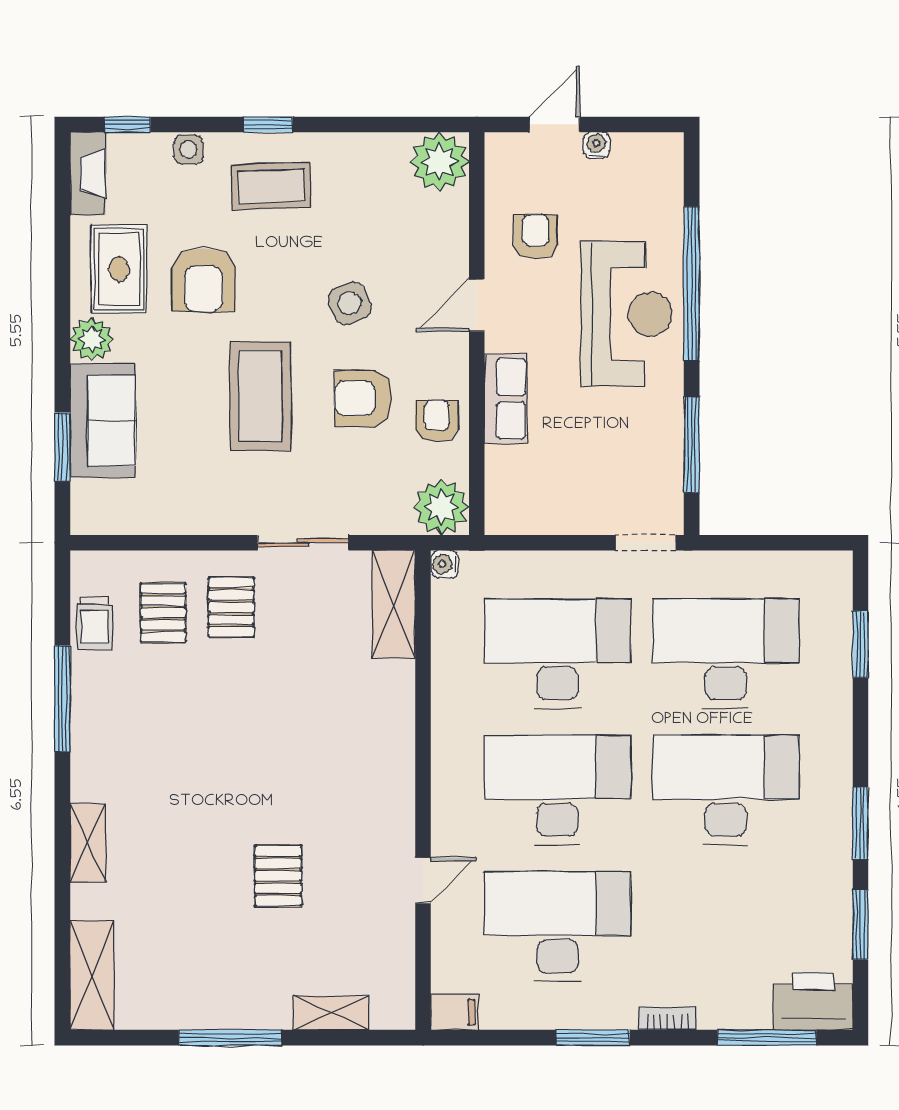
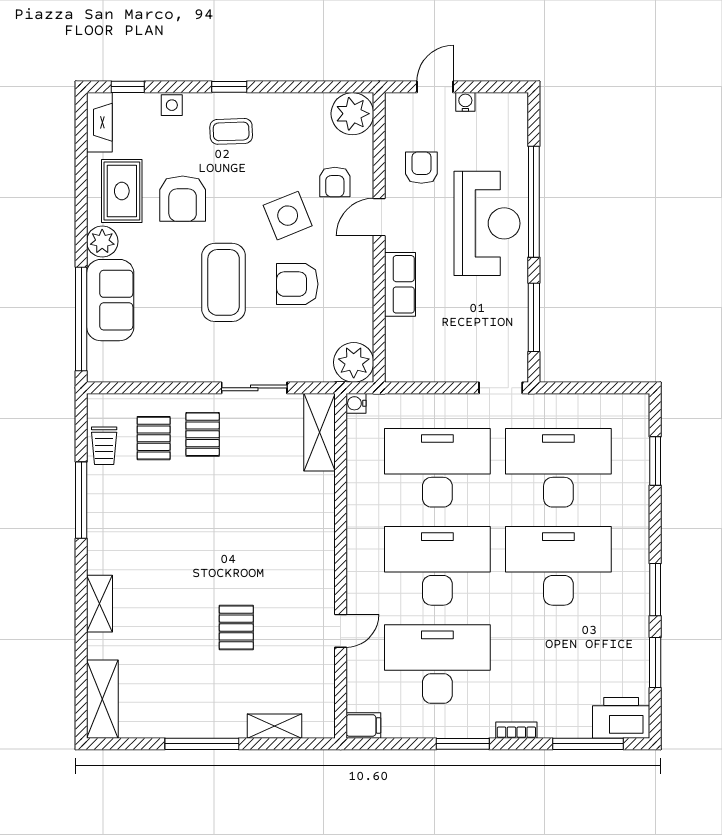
coffee table: (271, 186) -> (231, 131), width x0.73, depth x0.77
side table: (350, 303) -> (288, 216), width x1.37, depth x1.37
armchair: (437, 421) -> (335, 182), moved, turned 180
window: (62, 447) -> (81, 319), width x2.11

